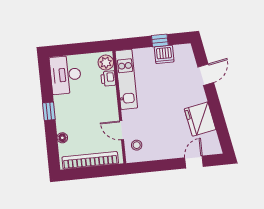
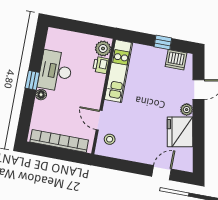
dishwasher: (164, 54) -> (176, 60), moved
desk: (66, 75) -> (55, 71), moved
plant: (200, 97) -> (187, 110), added
floor lamp: (62, 138) -> (41, 95), moved

